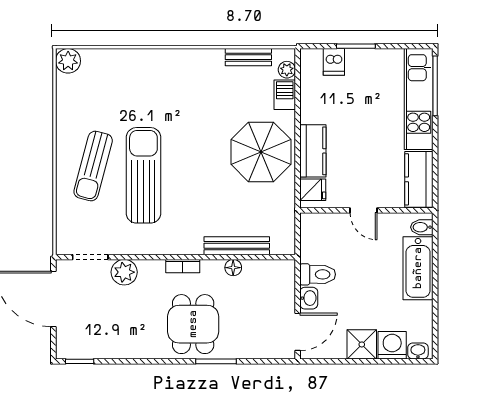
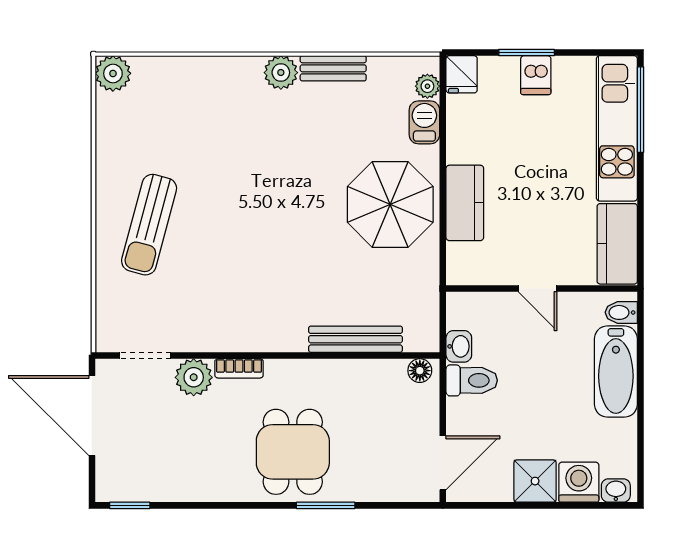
bench: (248, 57) -> (333, 68), moved
plant: (185, 60) -> (281, 73), added
dishwasher: (334, 62) -> (536, 75), moved
sun lounger: (143, 175) -> (221, 238), removed
fridge: (313, 190) -> (462, 74), moved, turned 90
bookcase: (183, 266) -> (239, 368), moved
floor lamp: (233, 268) -> (420, 371), moved
washbasin: (309, 298) -> (459, 346), moved

